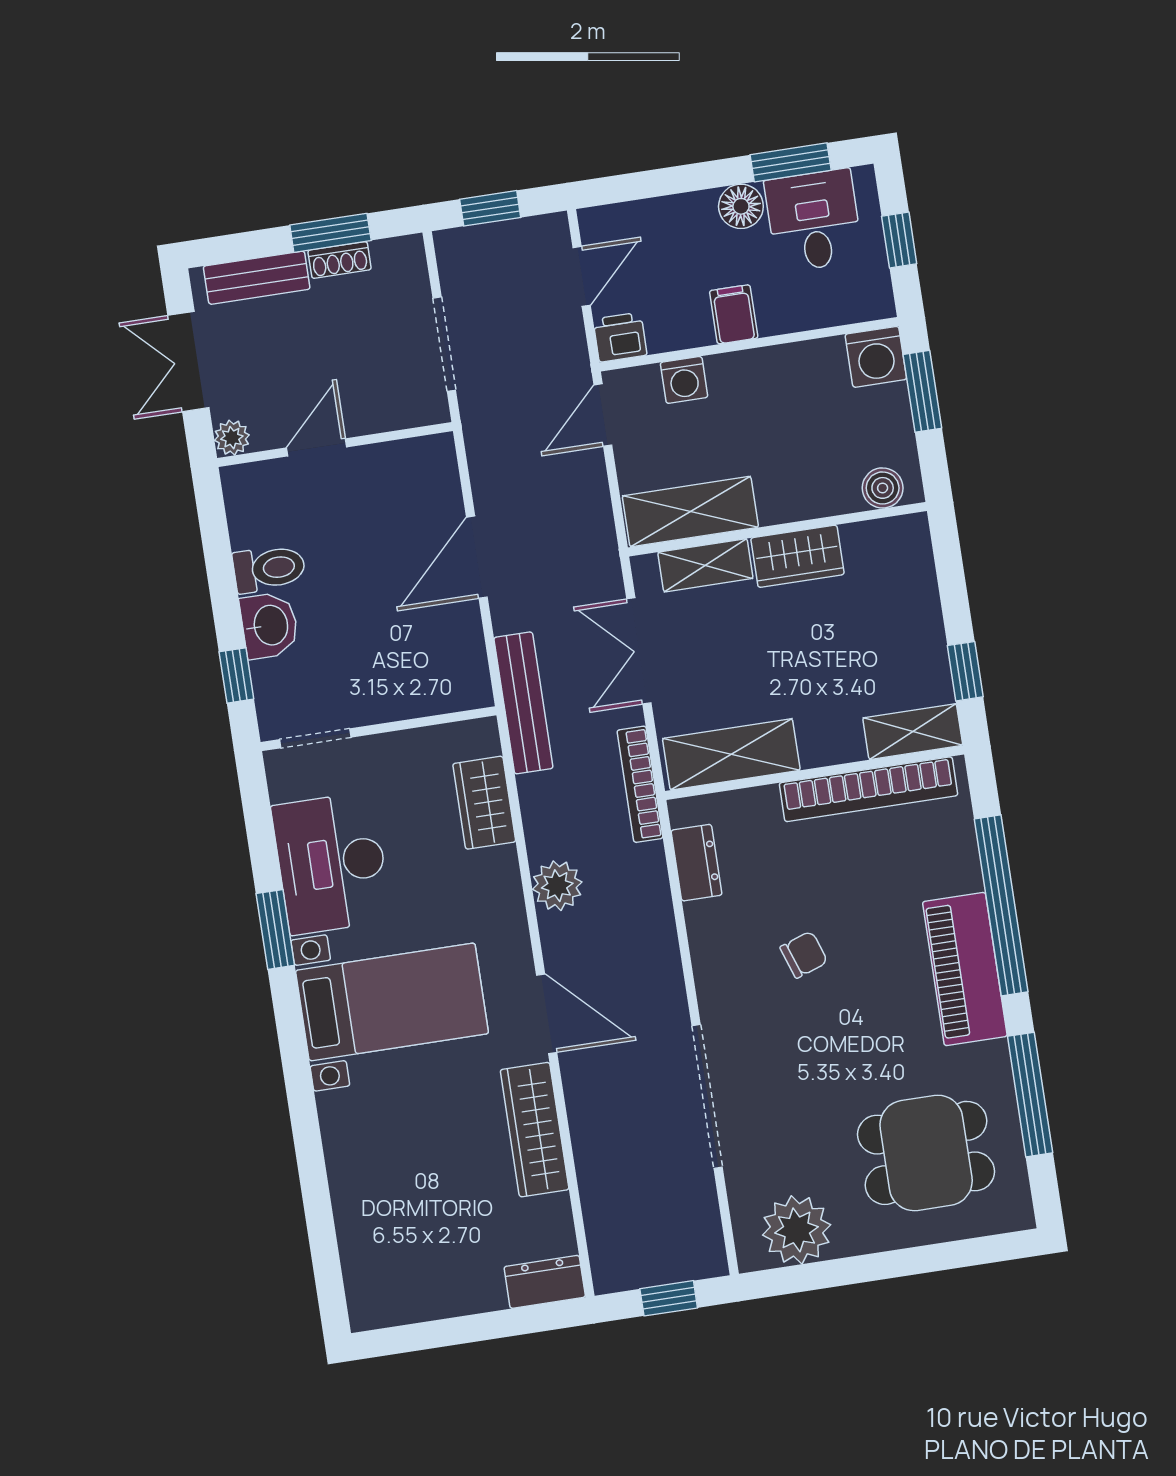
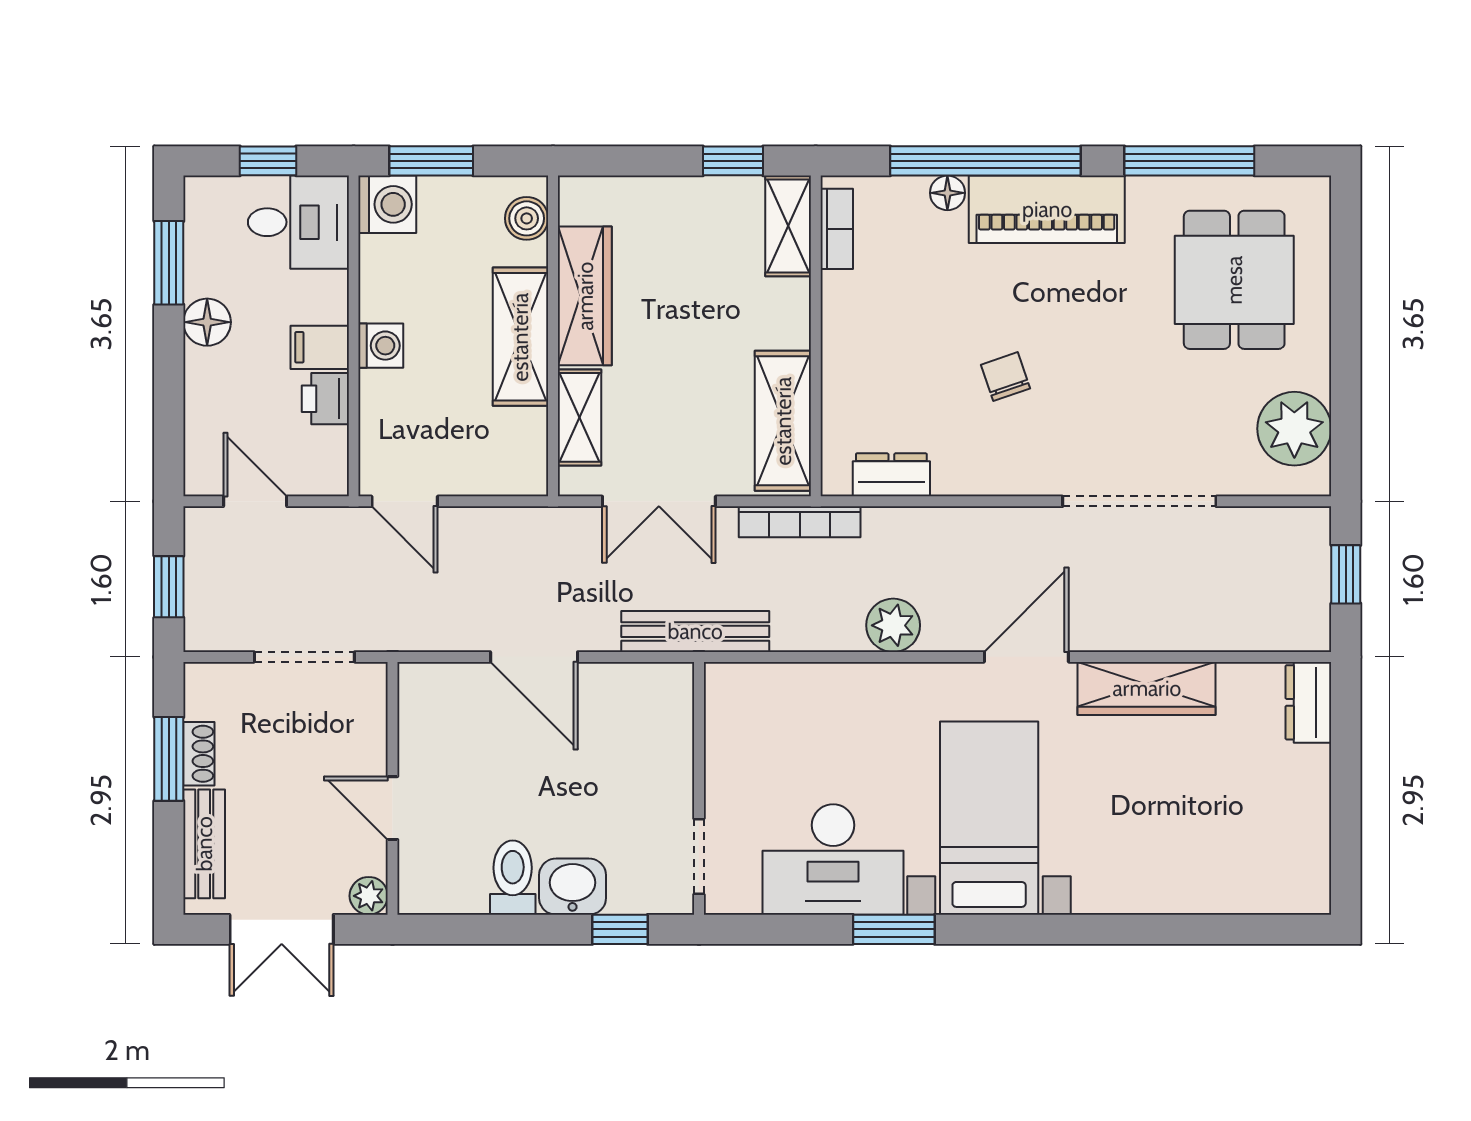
desk: (814, 221) -> (298, 222), moved, turned 180
printer: (620, 337) -> (325, 399), moved
washing machine: (684, 380) -> (381, 346), moved
shelving: (690, 512) -> (520, 337), moved
wardrobe: (797, 556) -> (585, 296), width x1.50
bookcase: (869, 789) -> (837, 229), width x0.43, depth x0.76
wardrobe: (484, 803) -> (794, 689), removed
floor lamp: (966, 875) -> (947, 193), added

